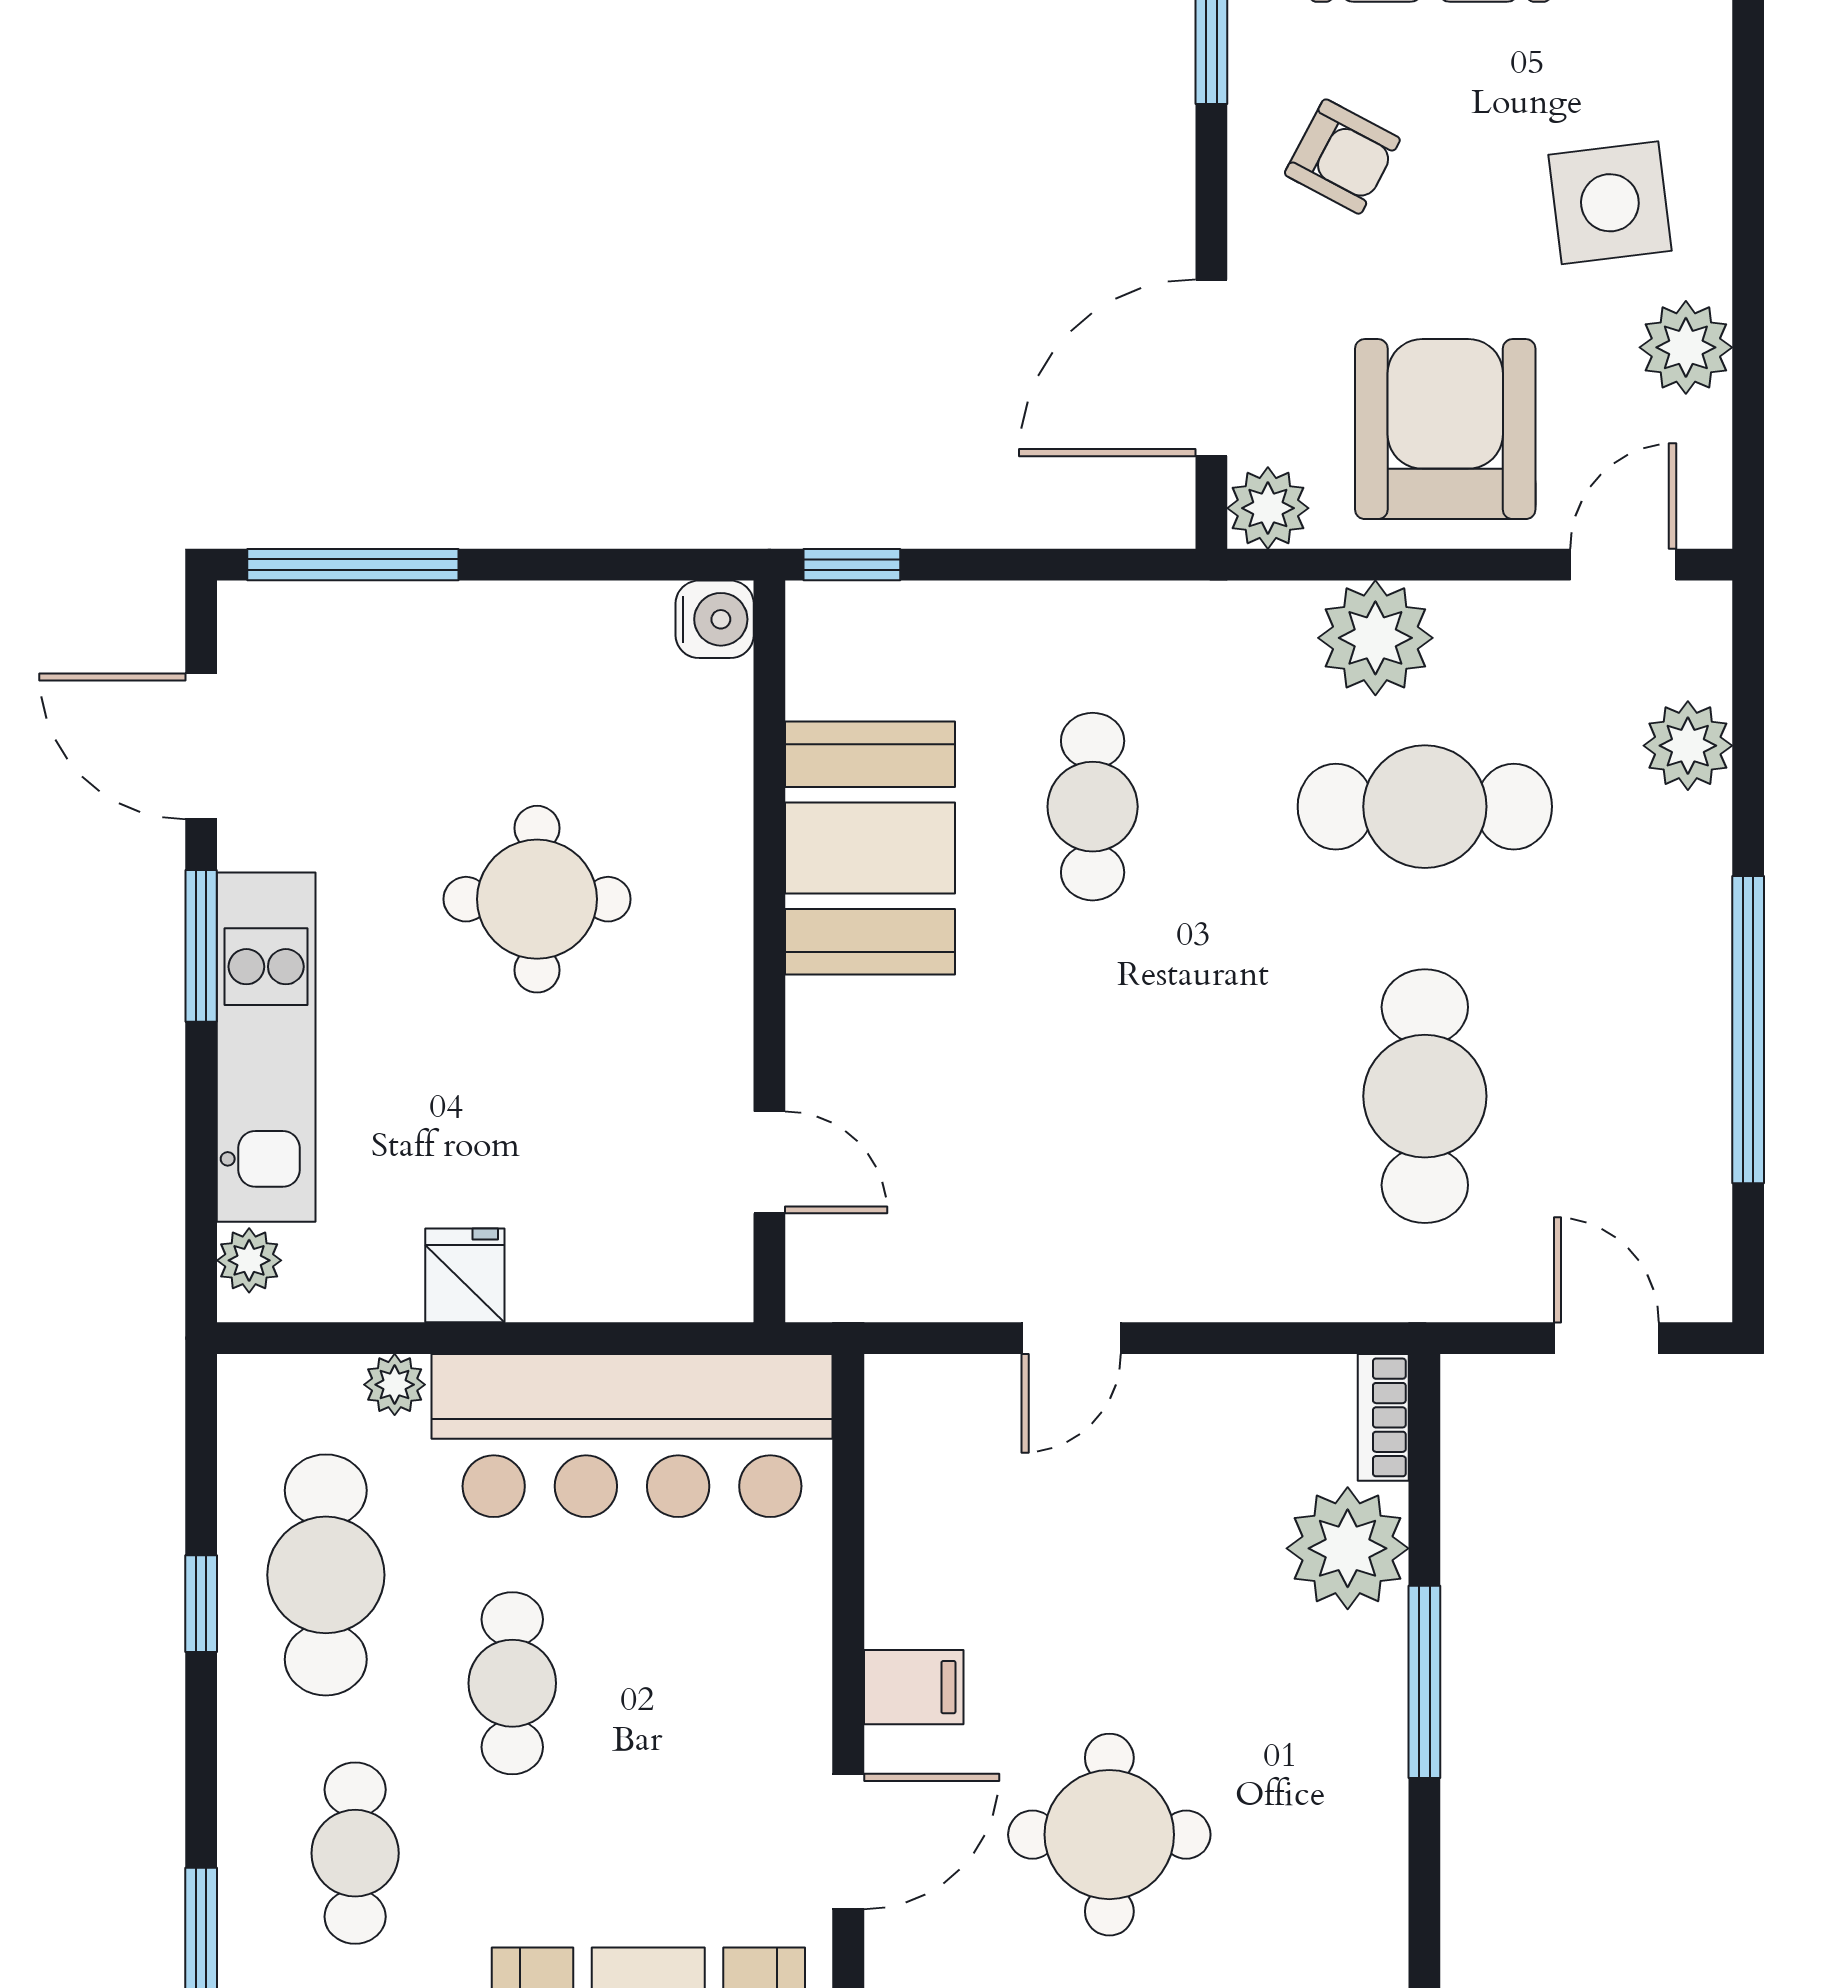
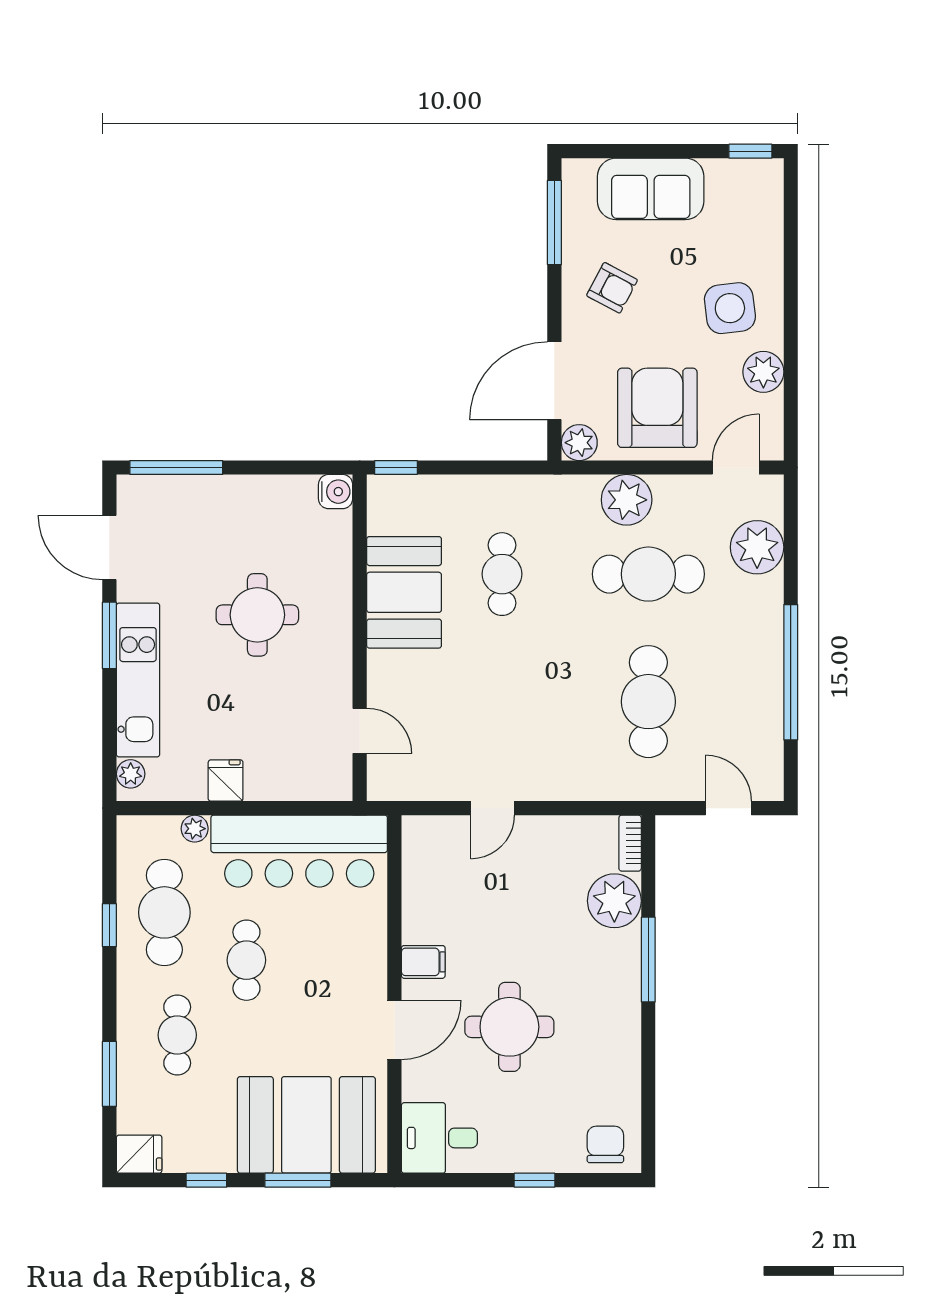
plant: (1688, 746) -> (757, 547), width x1.36, depth x1.36

